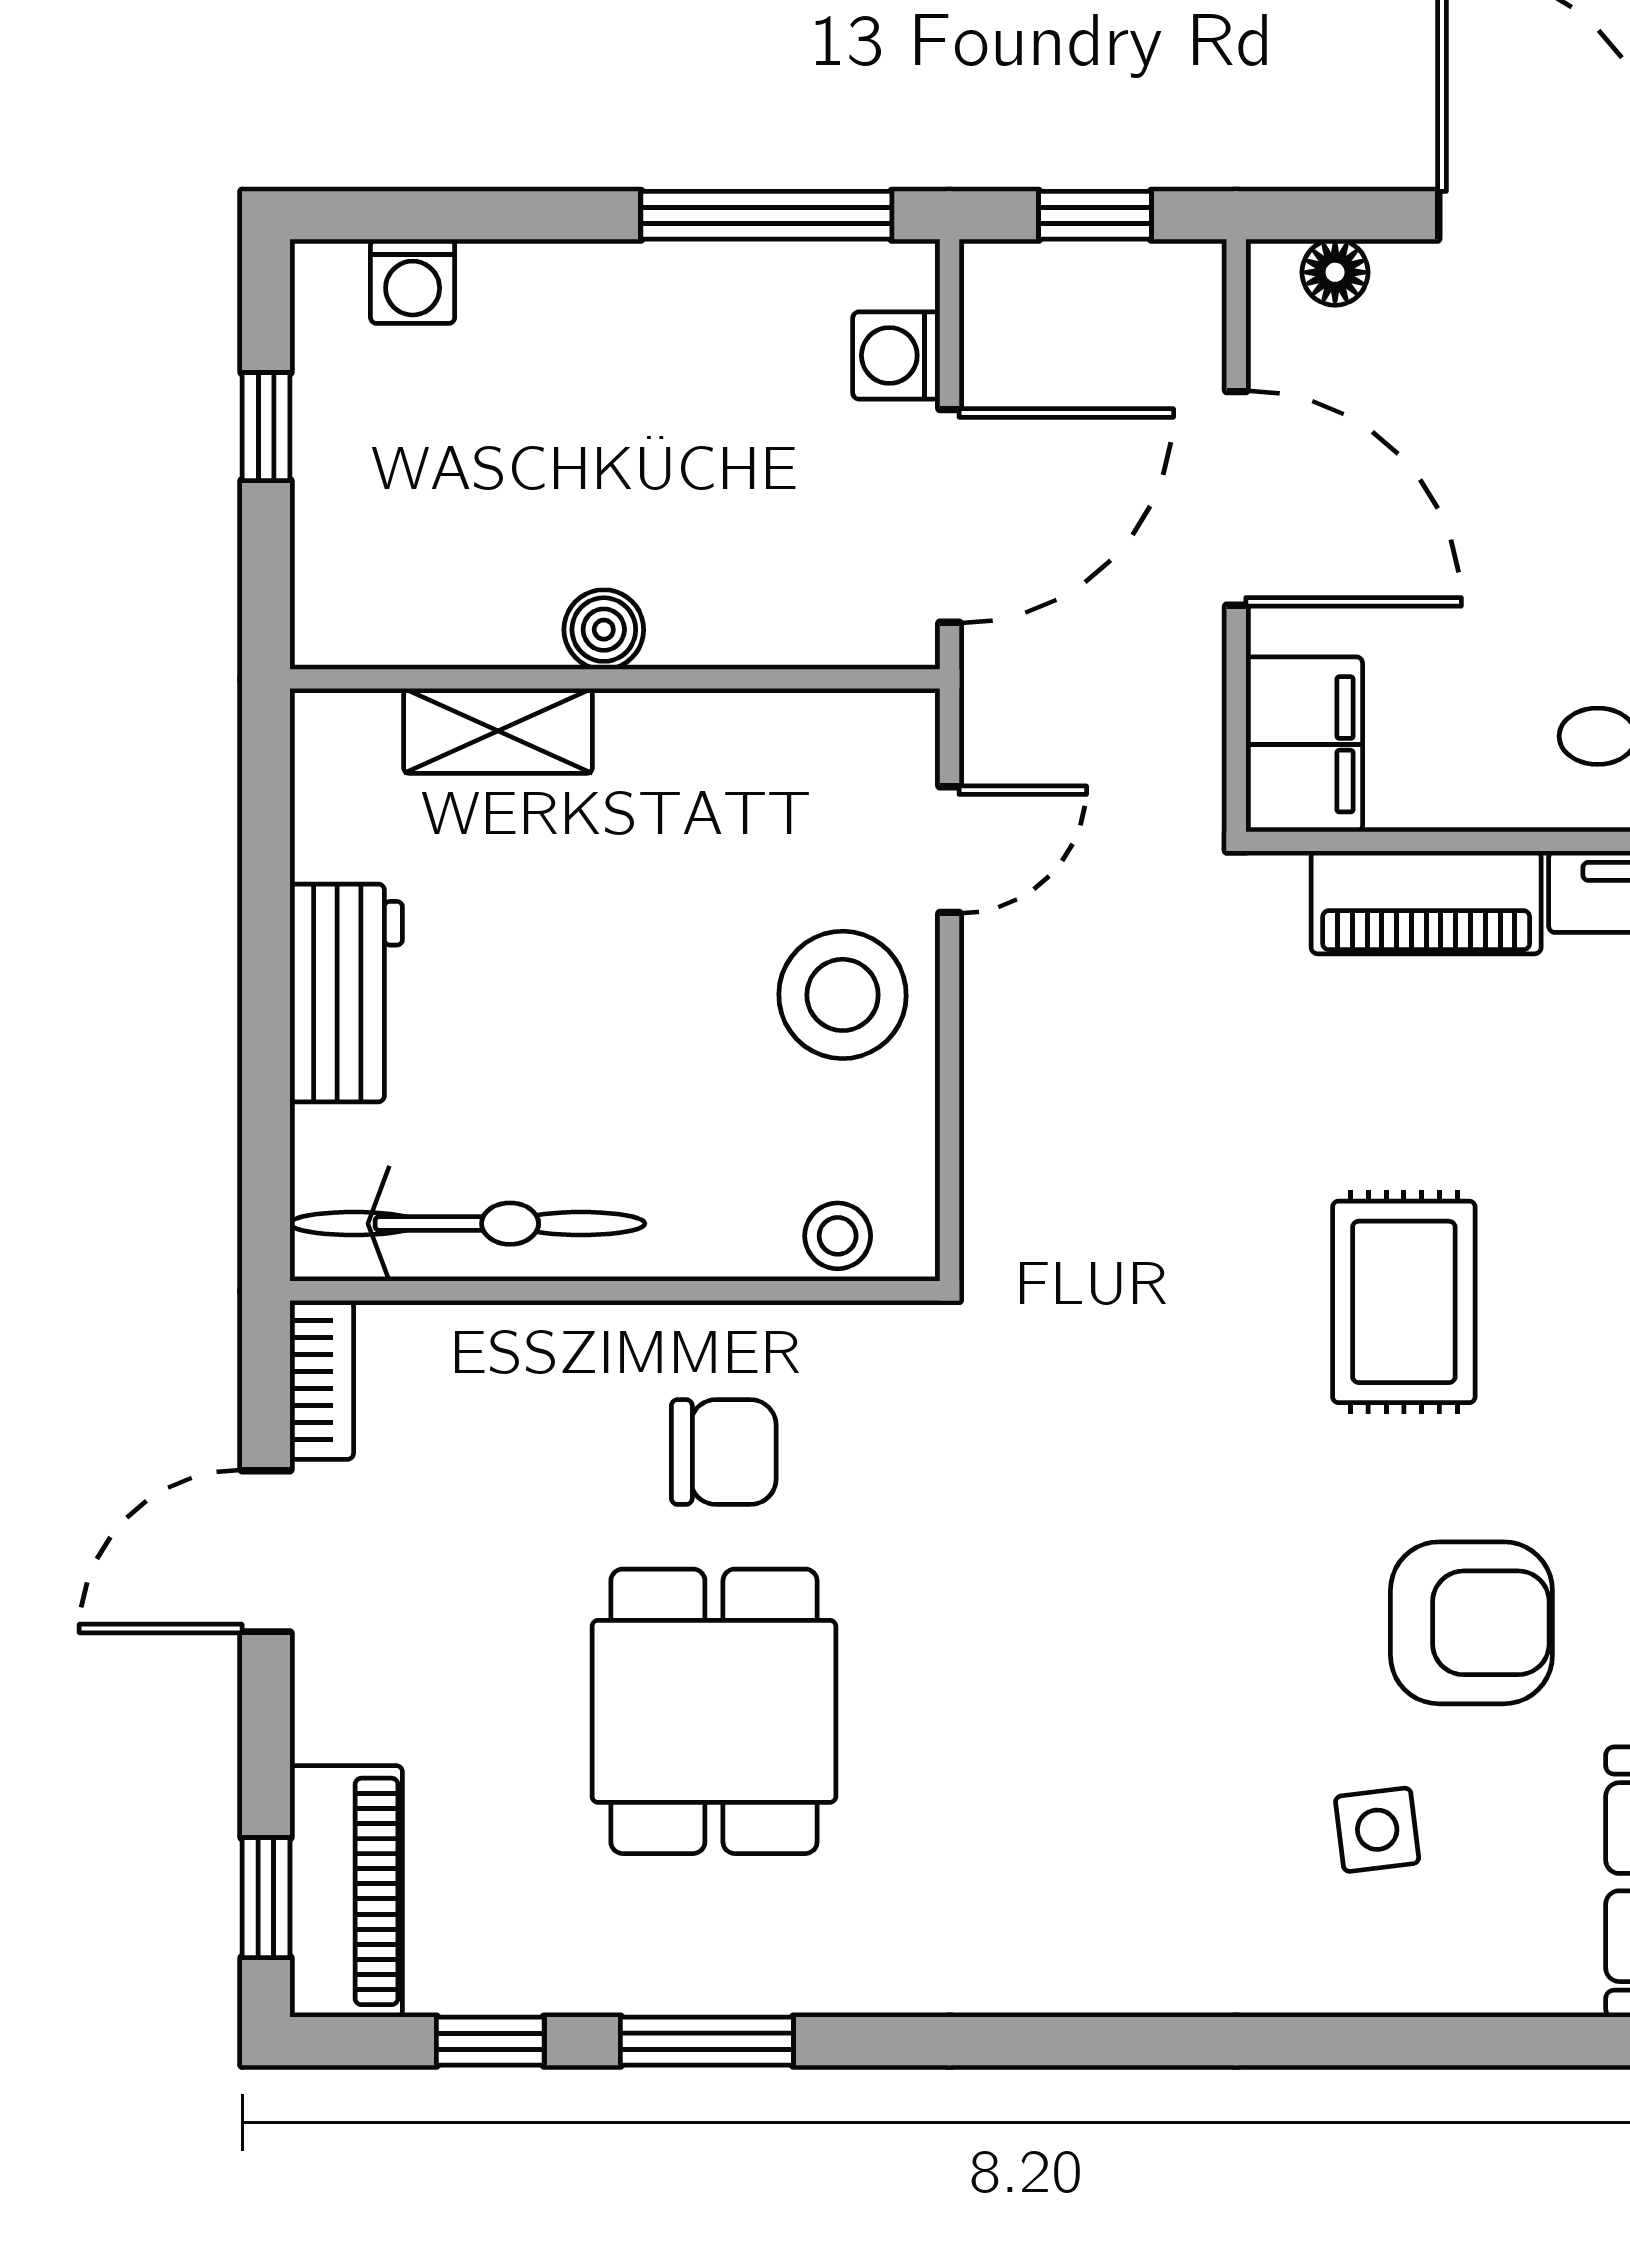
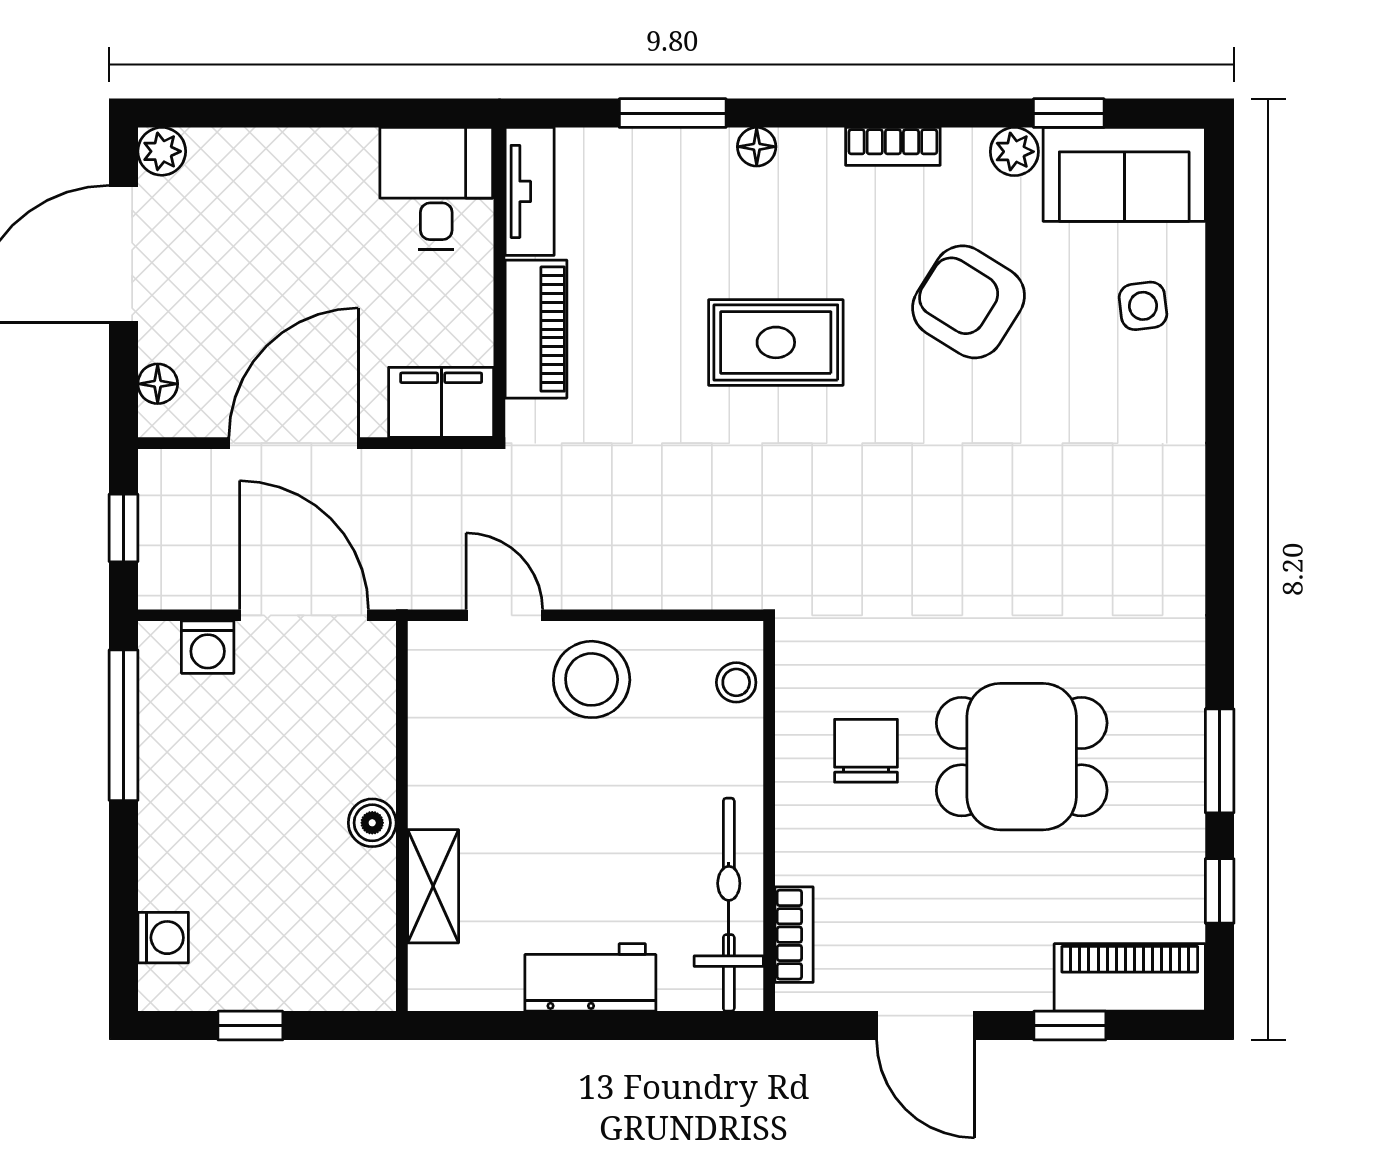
bookcase: (322, 1380) -> (794, 935), moved, turned 90
armchair: (1471, 1623) -> (969, 302), turned -58
side table: (1377, 1830) -> (1143, 306), moved
window: (266, 1898) -> (1070, 1026), moved

